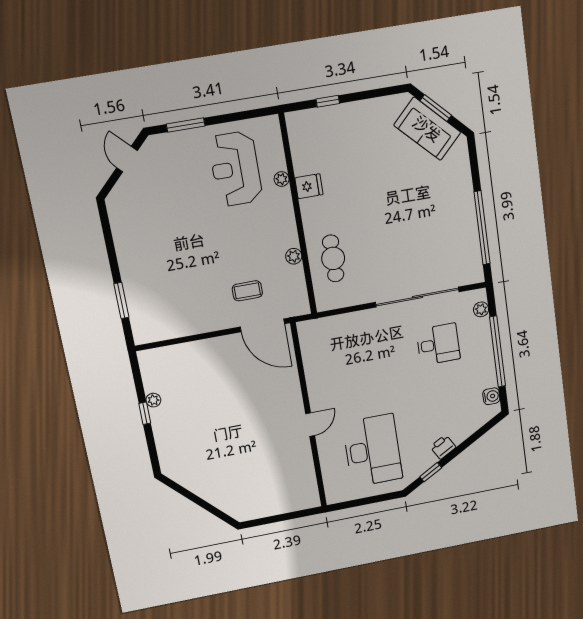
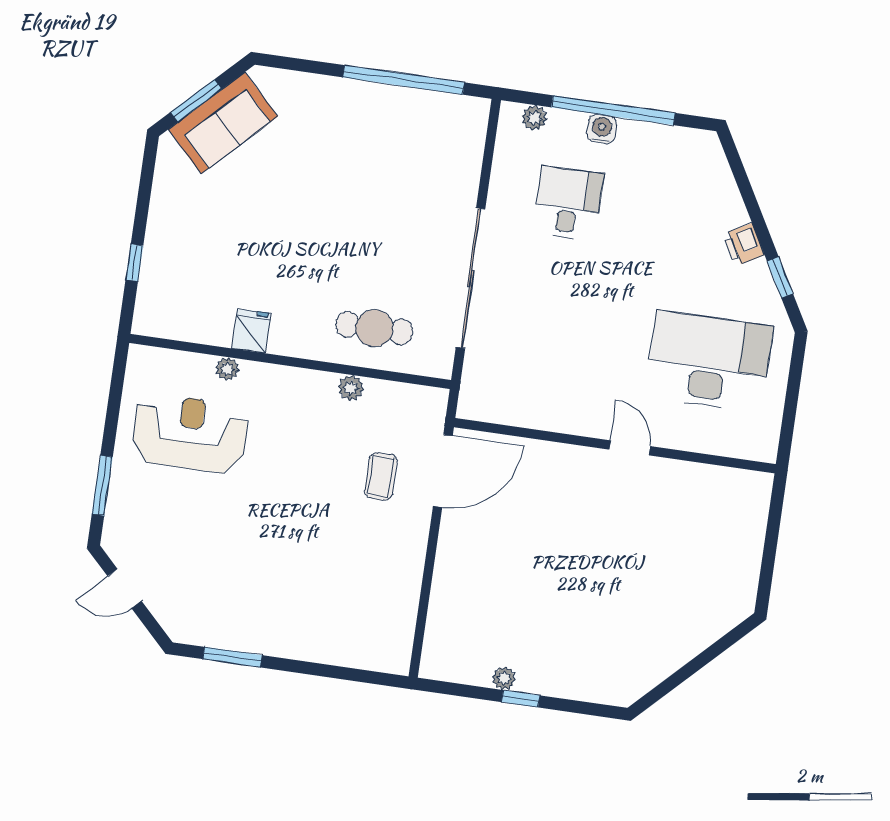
reception desk: (235, 169) -> (190, 433), turned 180
sliding door: (417, 297) -> (471, 278), moved
window: (121, 300) -> (232, 657), moved
water cooler: (491, 396) -> (602, 129), moved

